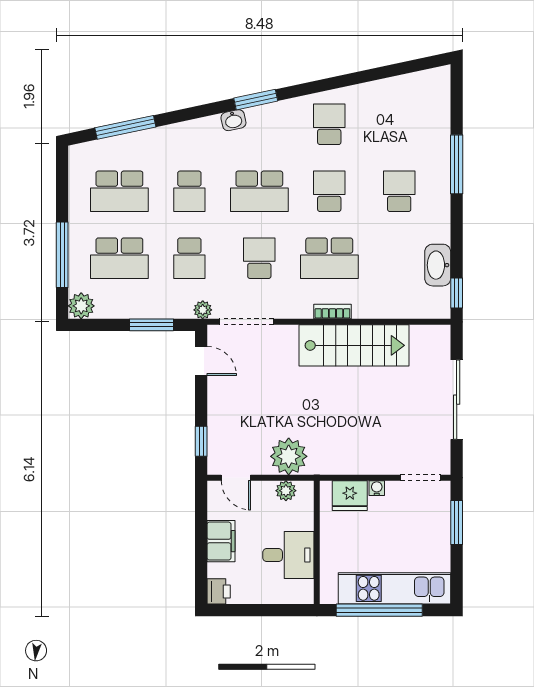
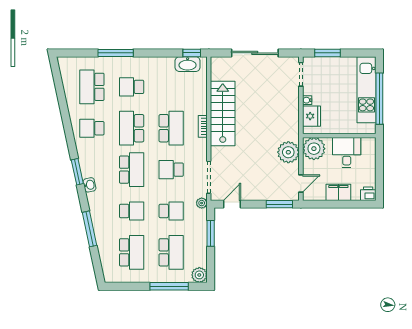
school desk: (399, 124) -> (92, 87), added
window: (125, 127) -> (90, 229), moved
school desk: (329, 191) -> (132, 128), width x1.85
washbasin: (438, 265) -> (188, 64), moved
window: (201, 441) -> (279, 204), width x1.50
plant: (286, 491) -> (314, 149), width x1.87, depth x1.87

